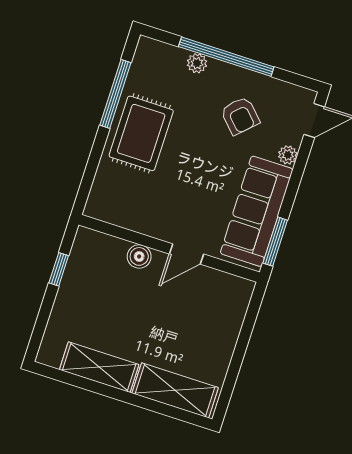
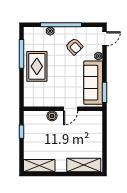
shelving: (99, 367) -> (39, 166), moved

